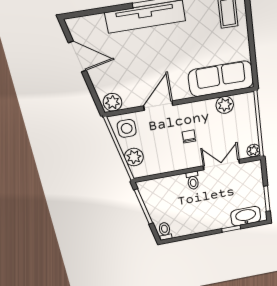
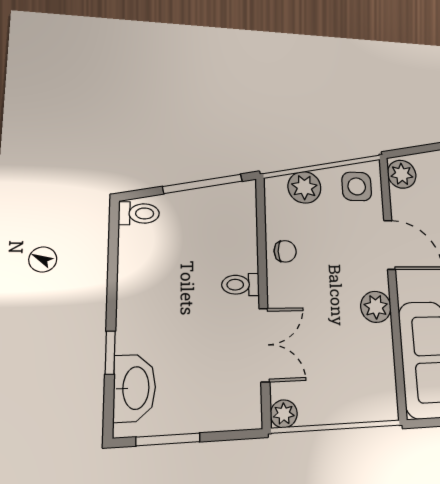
plant: (225, 105) -> (376, 307), moved
chair: (189, 136) -> (285, 251), moved

